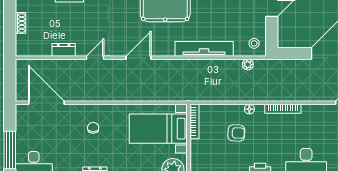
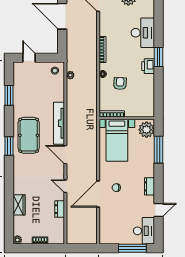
tv unit: (204, 49) -> (59, 123), moved
door: (46, 103) -> (98, 194), moved

